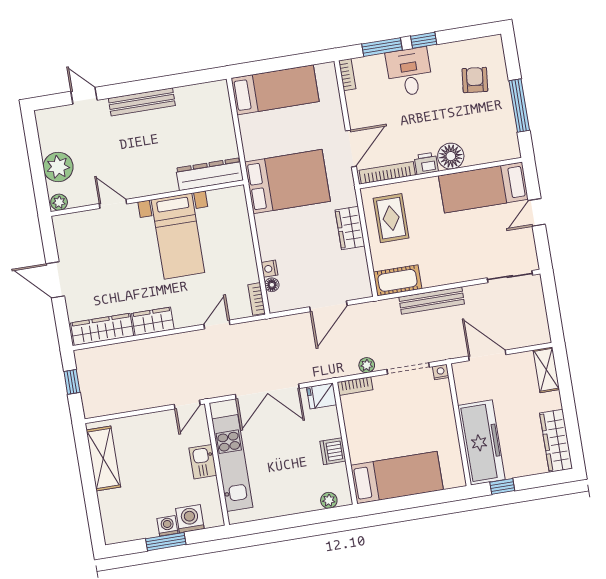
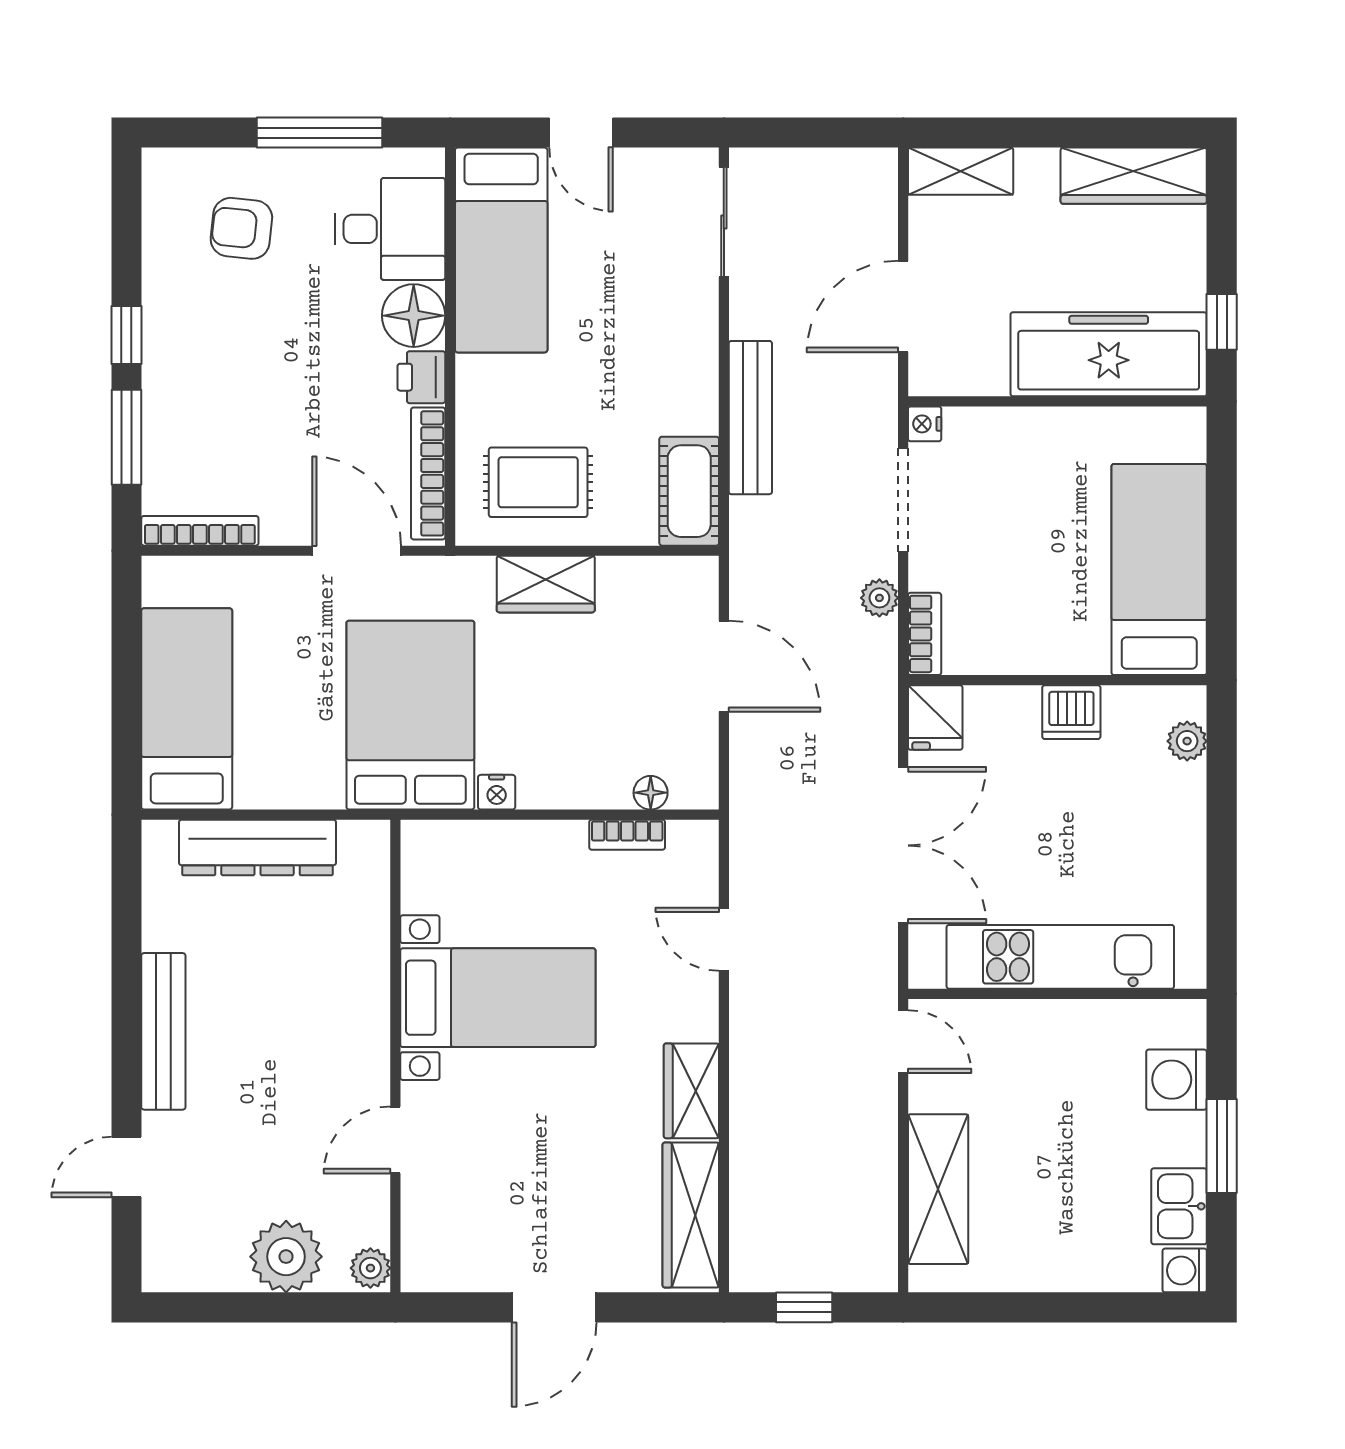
desk: (409, 72) -> (390, 229), moved, turned 180
bookcase: (347, 75) -> (200, 531), width x1.56
dresser: (210, 174) -> (257, 847), moved, turned -90
nightstand: (269, 269) -> (497, 792), moved
bookcase: (257, 299) -> (627, 835), moved
shelving: (103, 459) -> (938, 1189), moved, turned 90
kitchen sink: (203, 462) -> (1179, 1206), moved, turned 90
washing machine: (167, 526) -> (1185, 1270), moved

